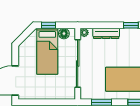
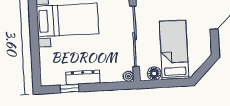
window: (49, 25) -> (174, 83), removed
dresser: (106, 33) -> (83, 78), moved

